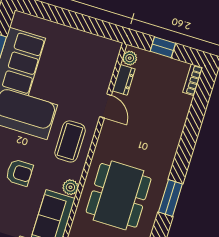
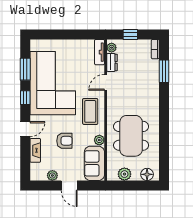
tv unit: (110, 59) -> (100, 52), added
door: (106, 106) -> (106, 82), swing flipped
window: (170, 198) -> (164, 71), moved

